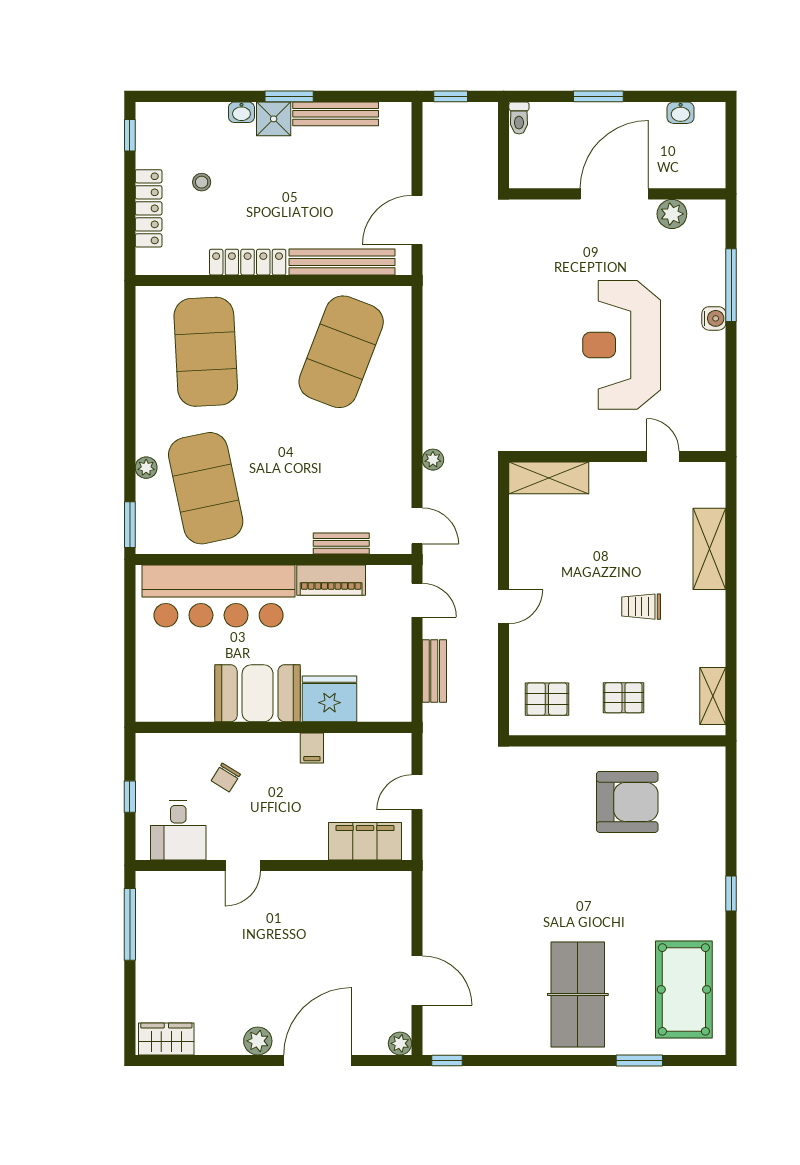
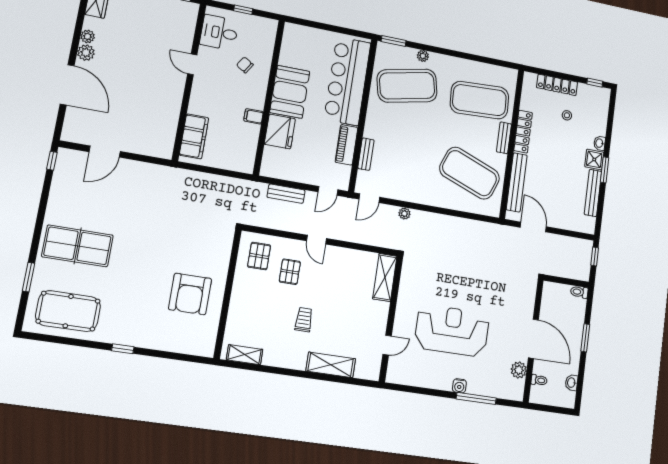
toilet: (684, 174) -> (539, 380), added
bench: (266, 297) -> (504, 138), added
pallet: (623, 698) -> (290, 272), moved
door: (417, 792) -> (217, 171), removed
plant: (400, 1043) -> (88, 36), moved

